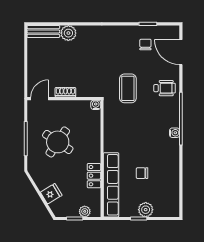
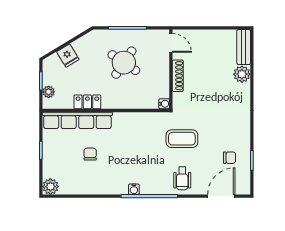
shoe rack: (65, 92) -> (178, 76), width x1.43
plant: (146, 210) -> (50, 187), moved

